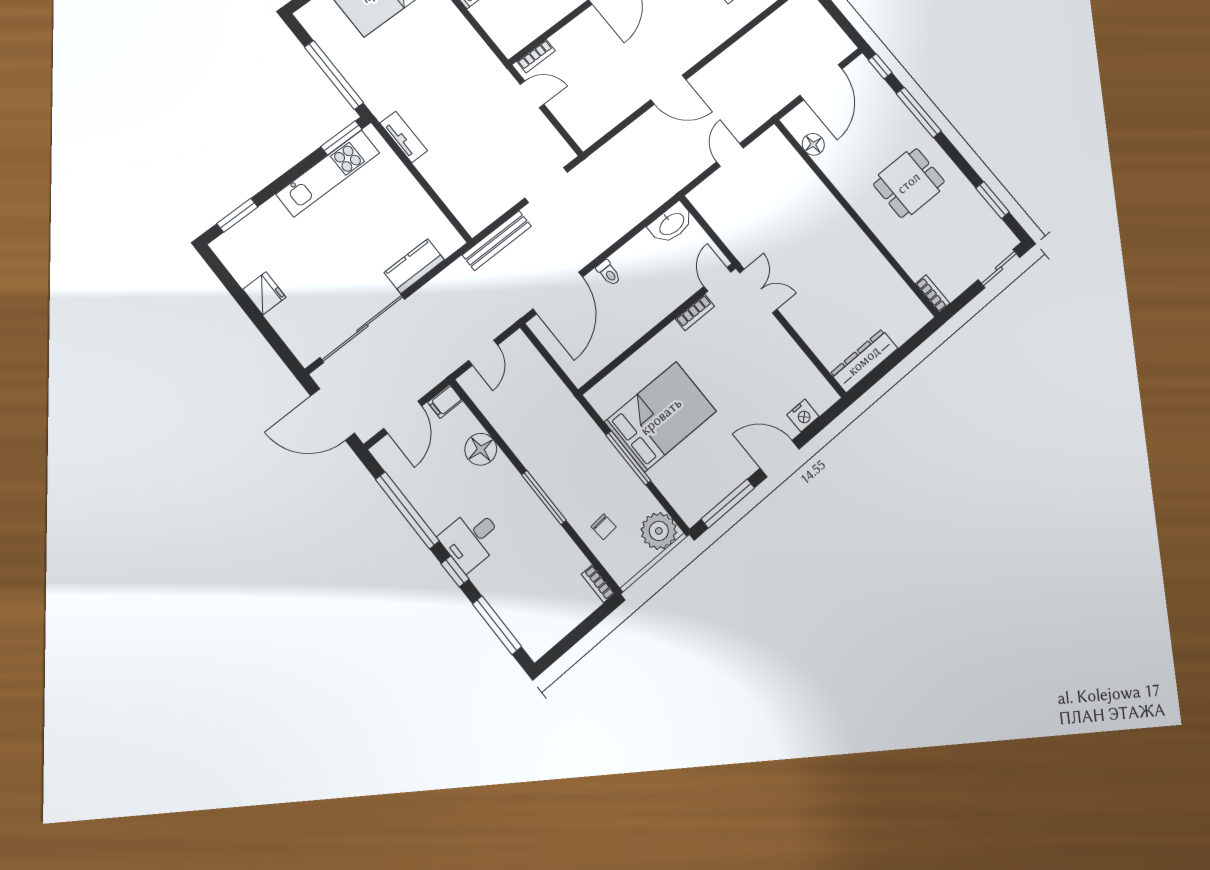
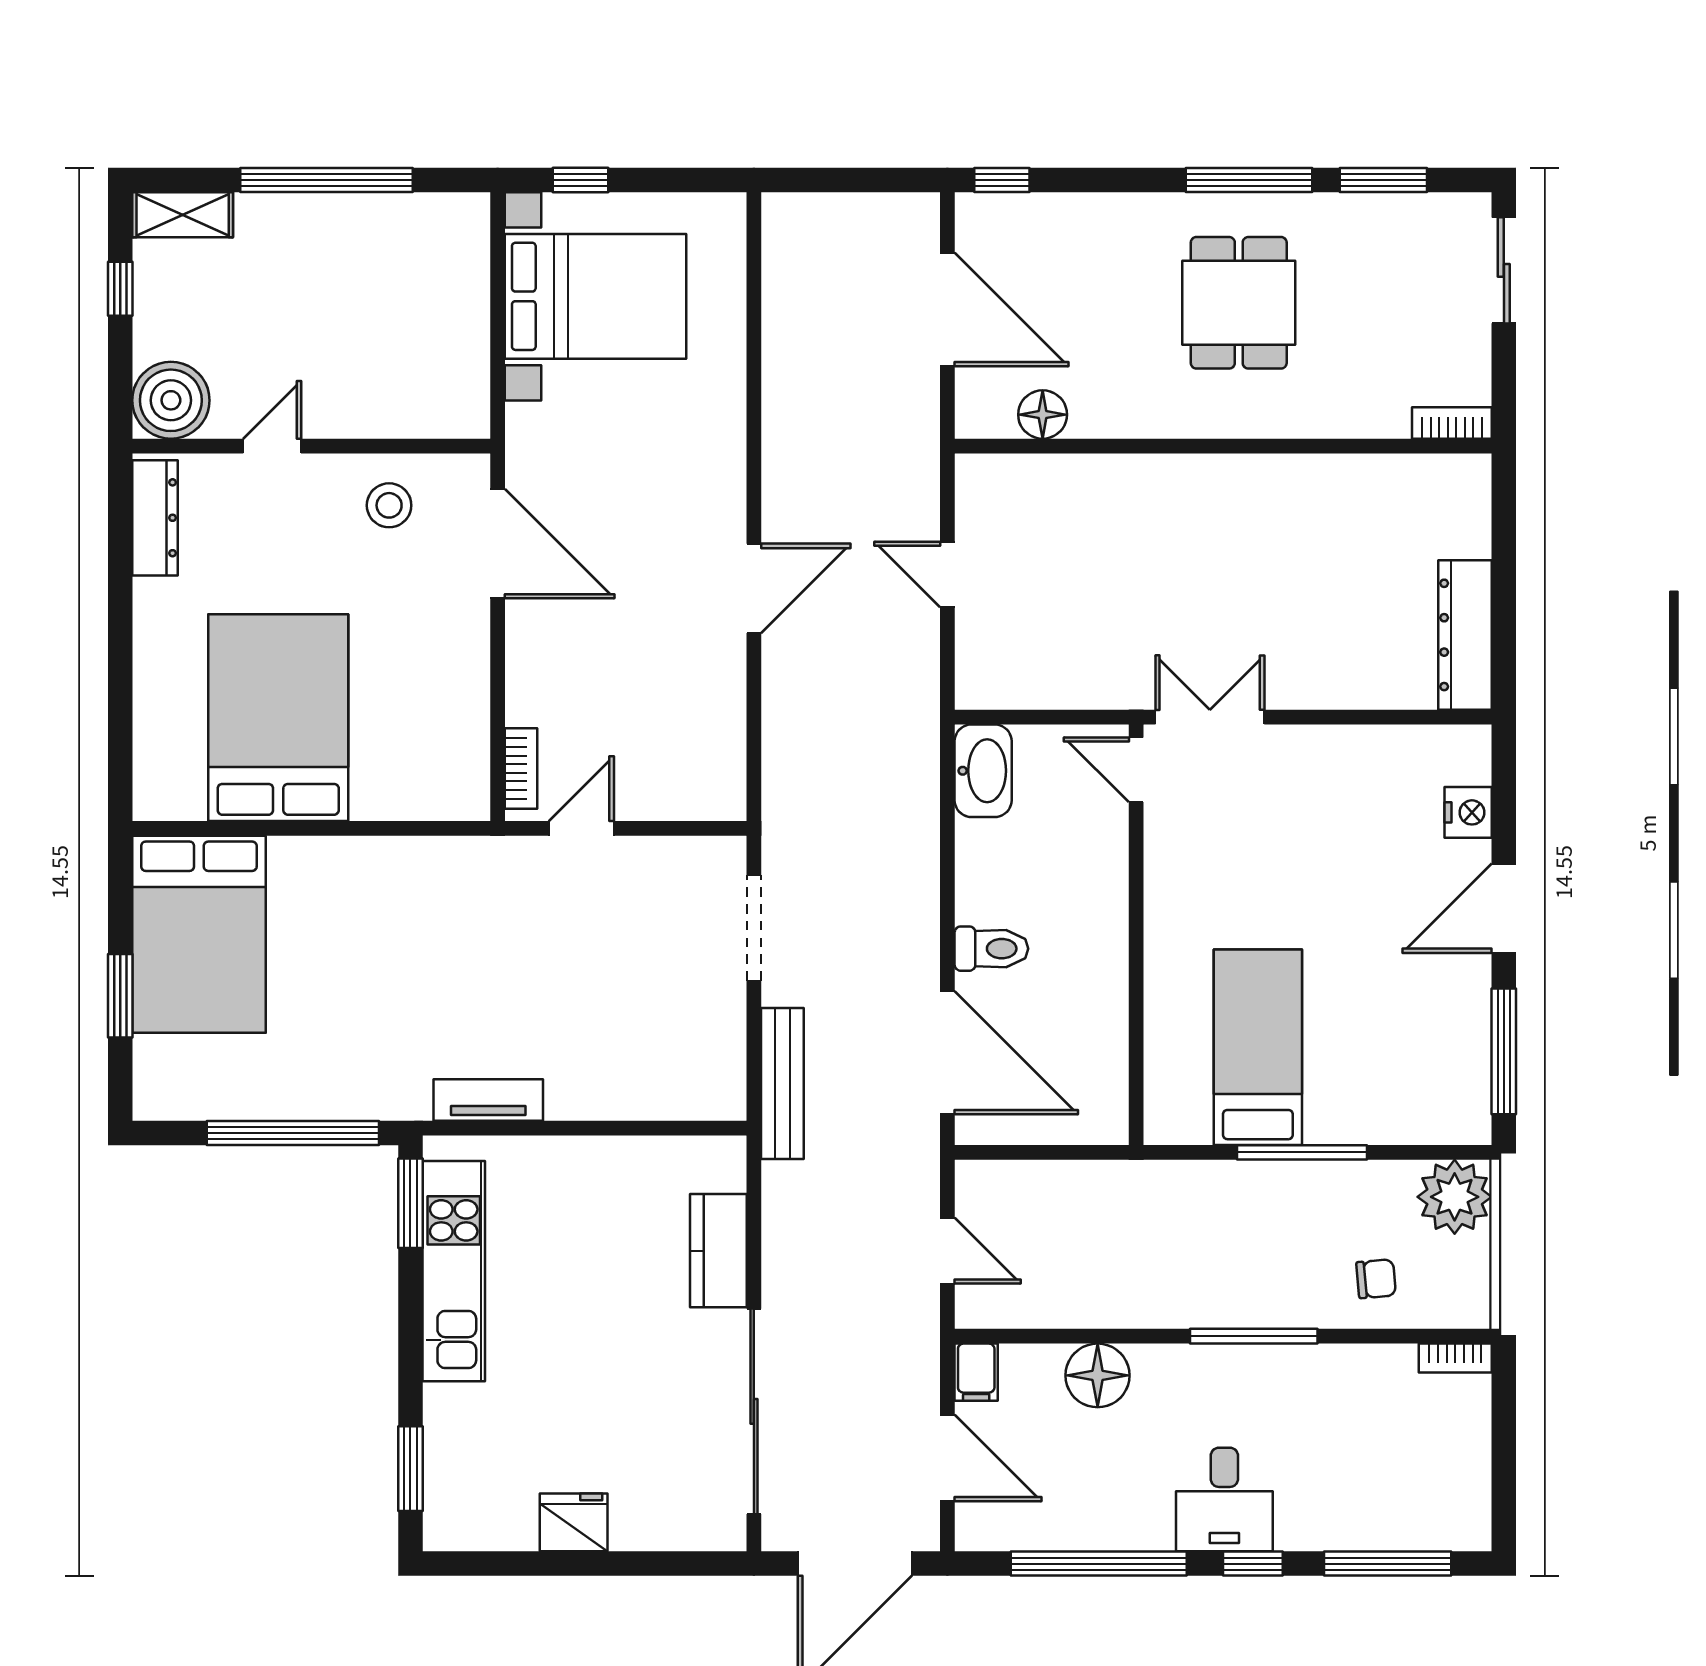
window: (919, 112) -> (1249, 180), moved
toilet: (609, 273) -> (991, 949), width x1.37, depth x1.39
bookcase: (695, 312) -> (1160, 853), removed
bed: (661, 417) -> (1258, 1047), width x0.67

